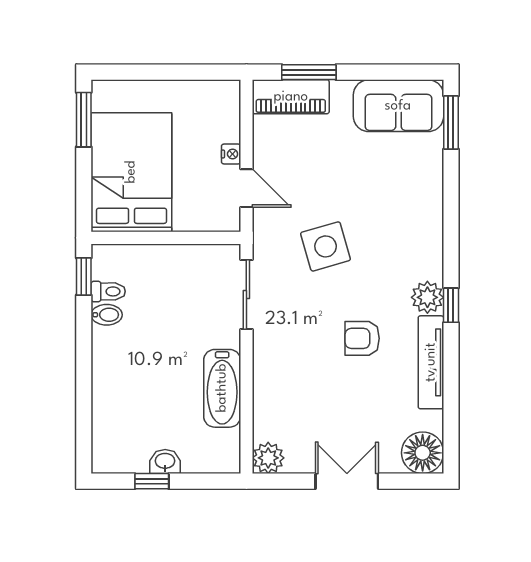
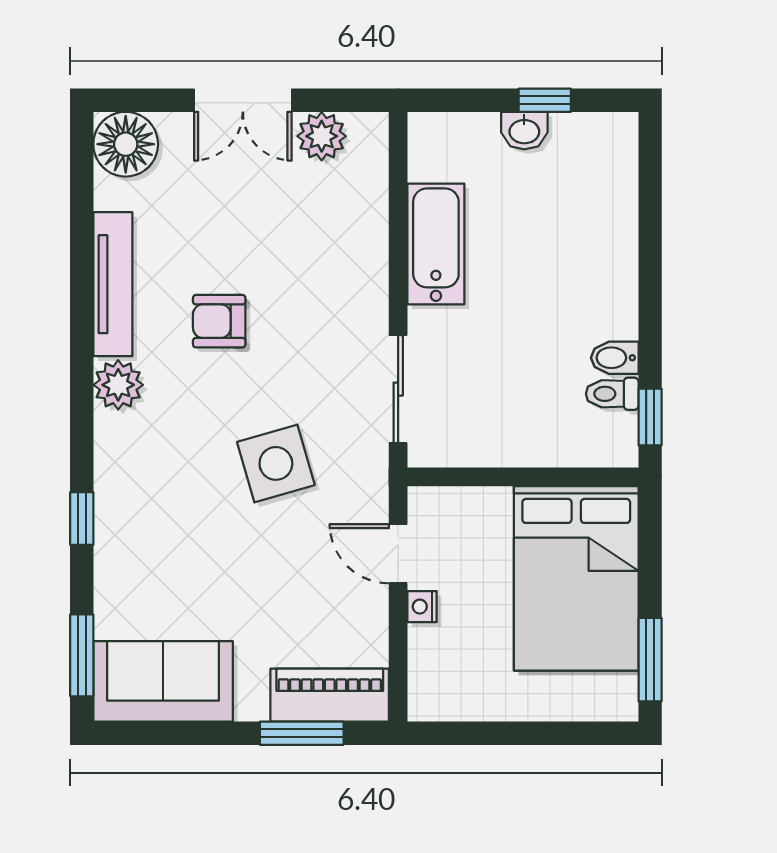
window: (451, 305) -> (82, 519), moved
armchair: (362, 338) -> (219, 321), turned 180
plant: (268, 458) -> (322, 136), moved

